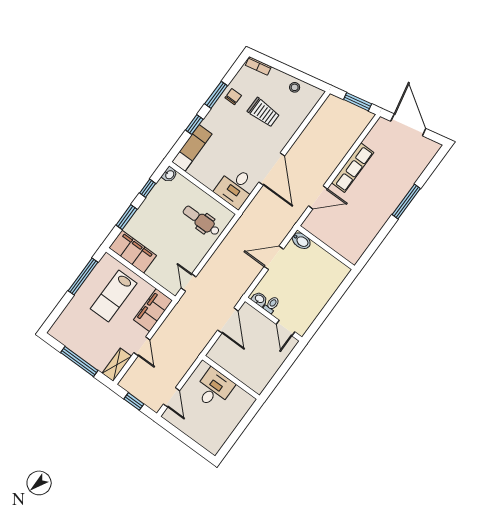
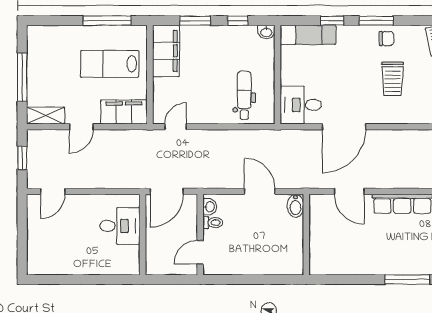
wall: (231, 377) -> (143, 235), moved
desk: (214, 389) -> (120, 226), moved

